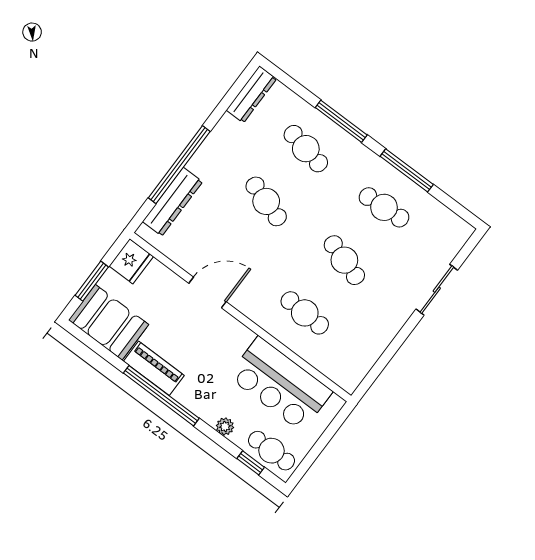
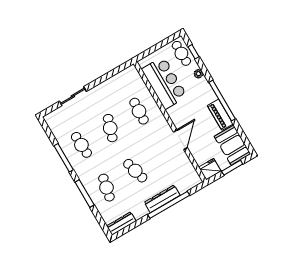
cafe table: (266, 201) -> (135, 171), turned -33
dresser: (172, 202) -> (162, 199), moved
door: (208, 292) -> (180, 140), swing flipped

